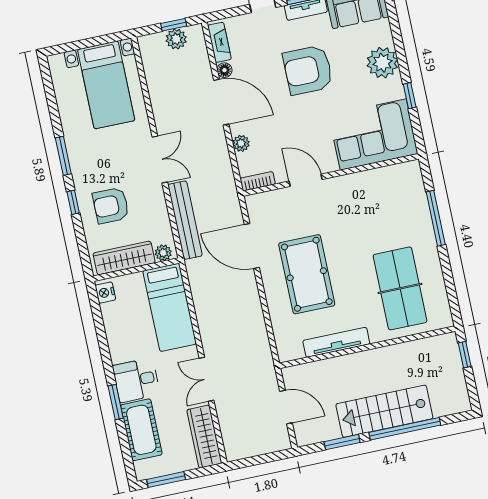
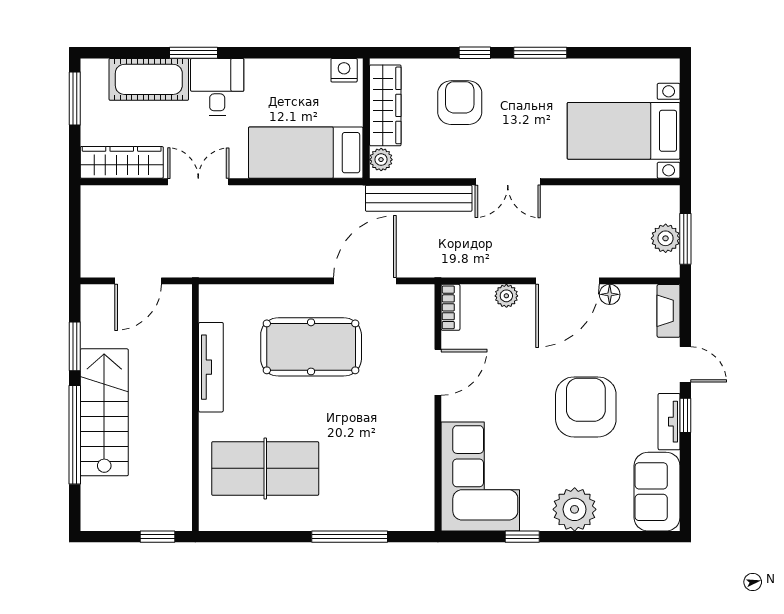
window: (174, 25) -> (685, 239), width x1.50
fireplace: (219, 42) -> (669, 311), moved, turned 90

